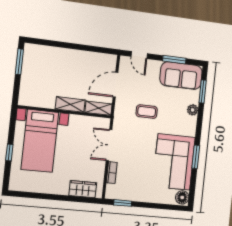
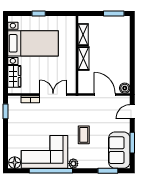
boiler: (111, 60) -> (125, 88), added
shelving: (98, 108) -> (83, 35), moved
plant: (193, 110) -> (73, 164), moved
coffee table: (147, 112) -> (84, 135), moved
bed with nightstands: (40, 141) -> (33, 43), moved, turned 180
window: (196, 157) -> (51, 171), width x2.11

